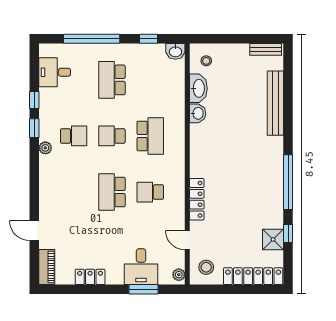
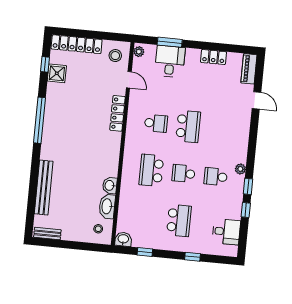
window: (92, 39) -> (192, 257), width x0.32
school desk: (112, 136) -> (184, 173), turned 180
window: (288, 234) -> (45, 64), moved

